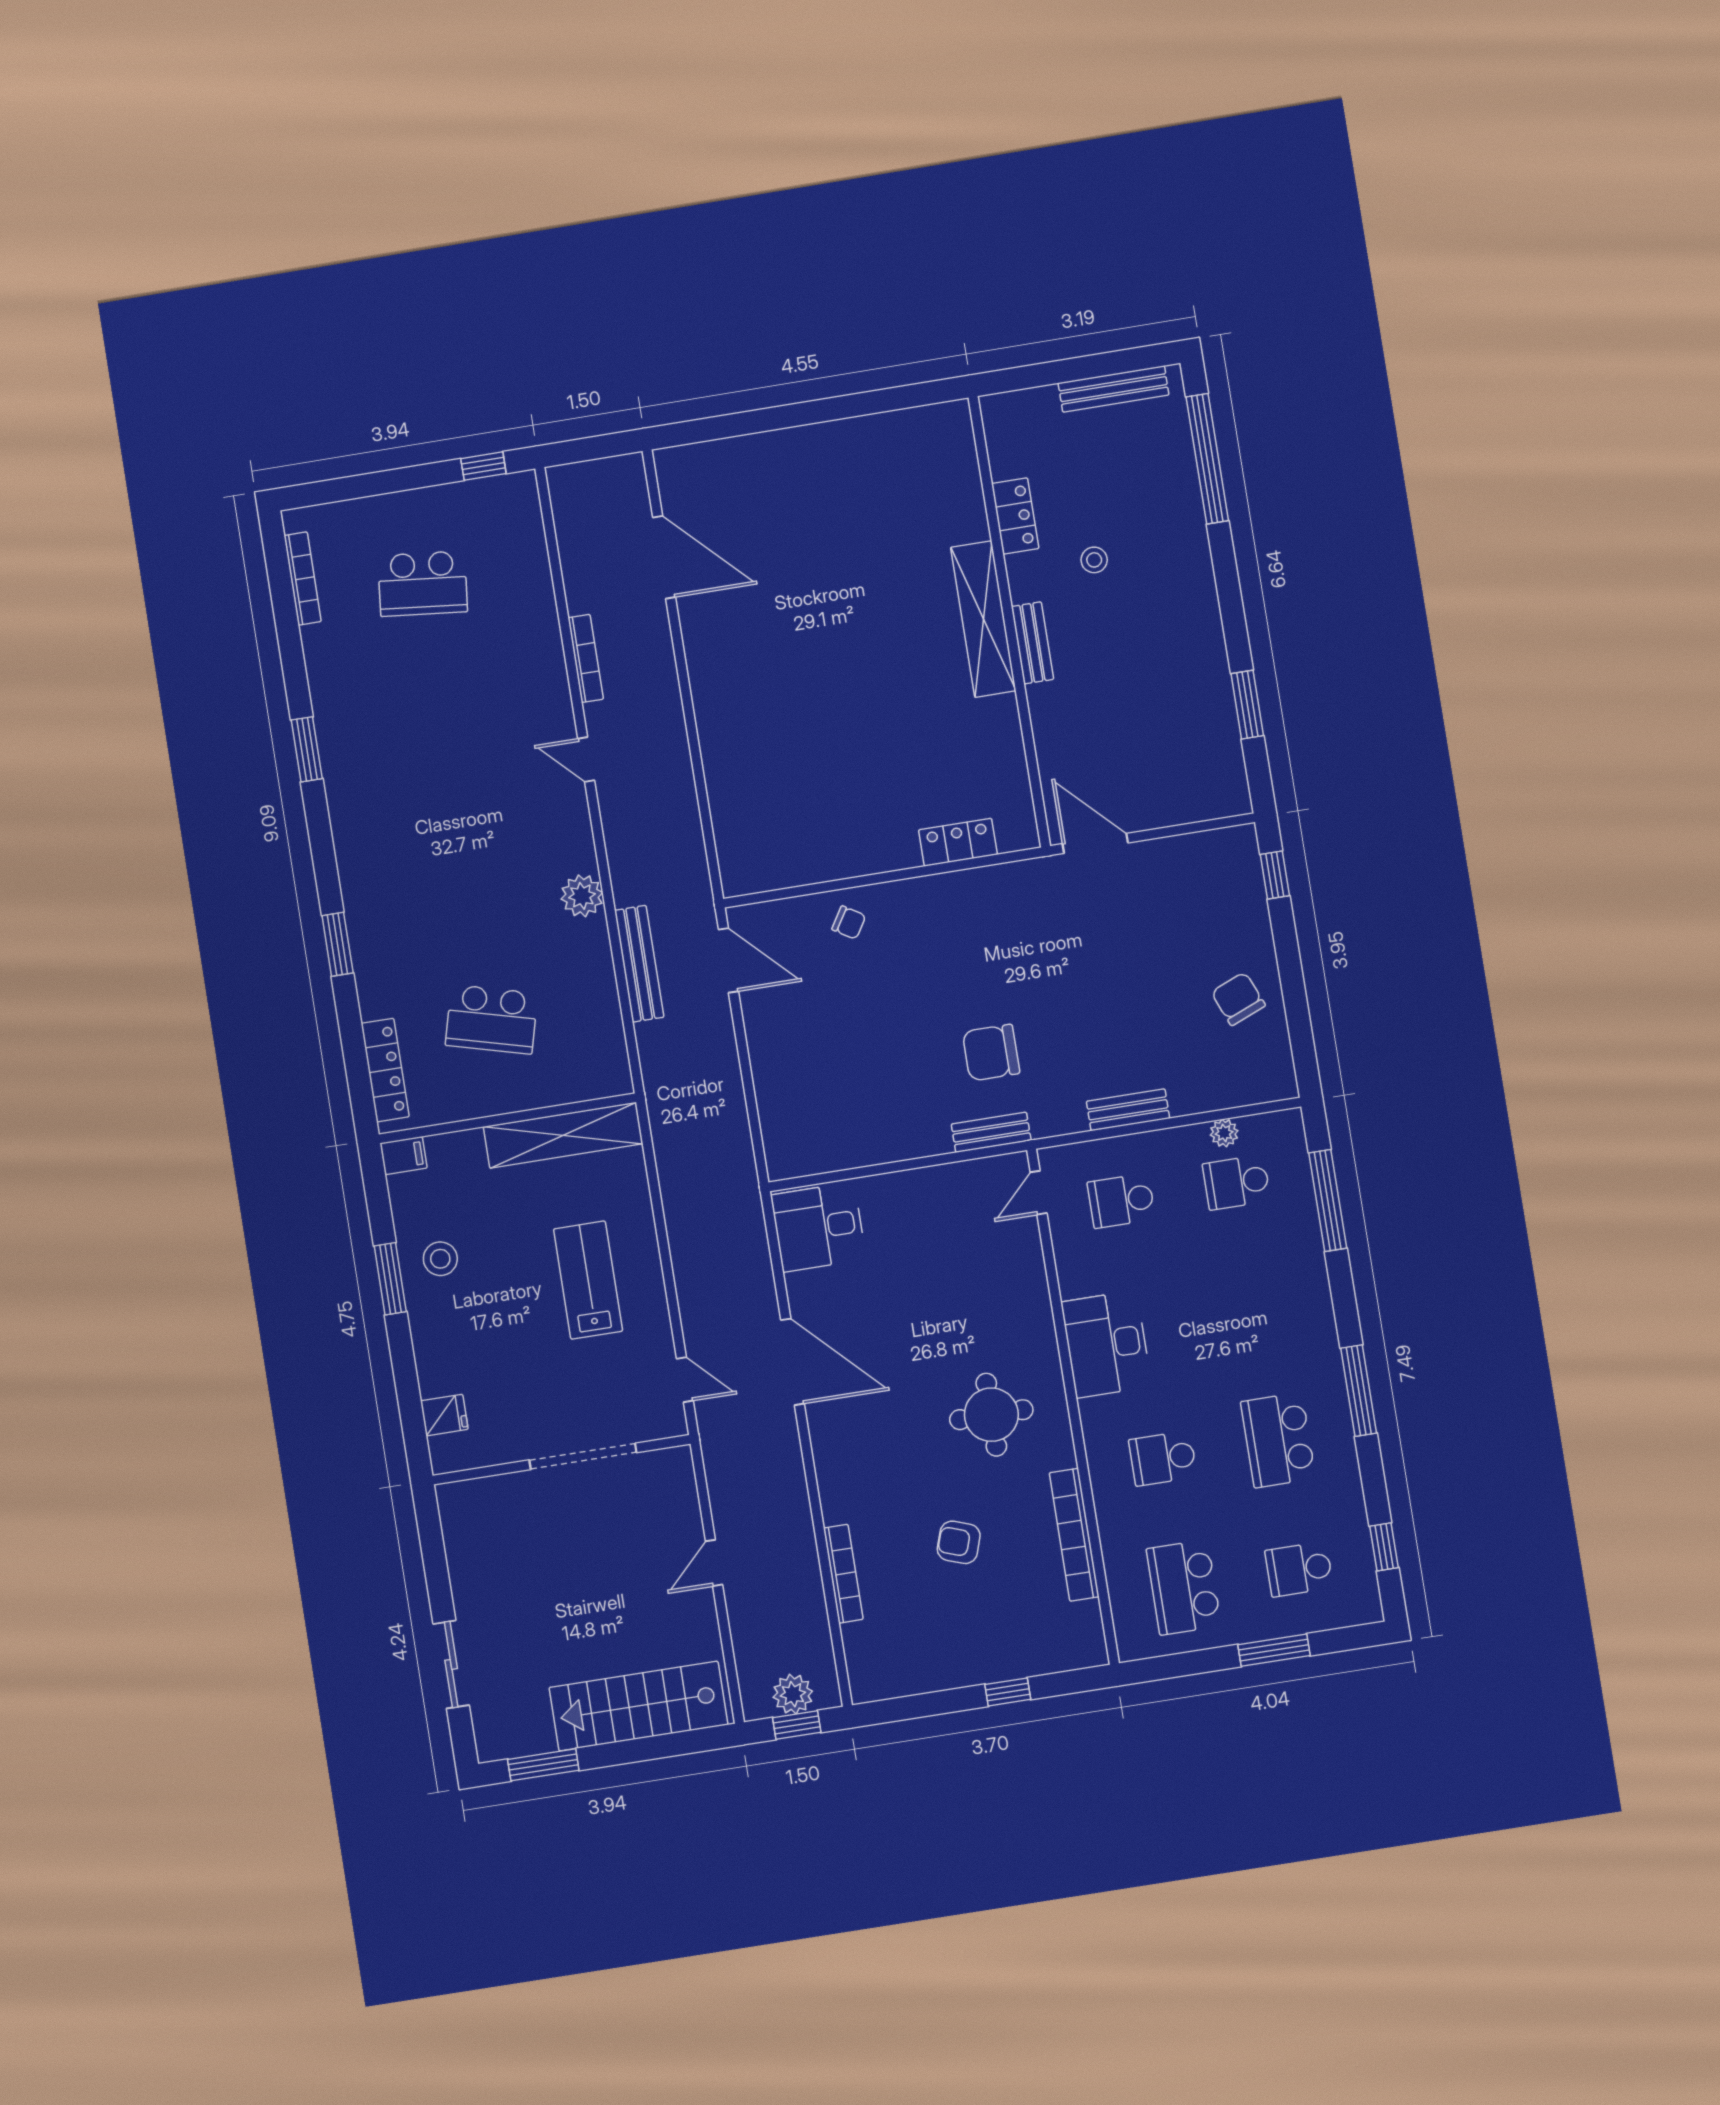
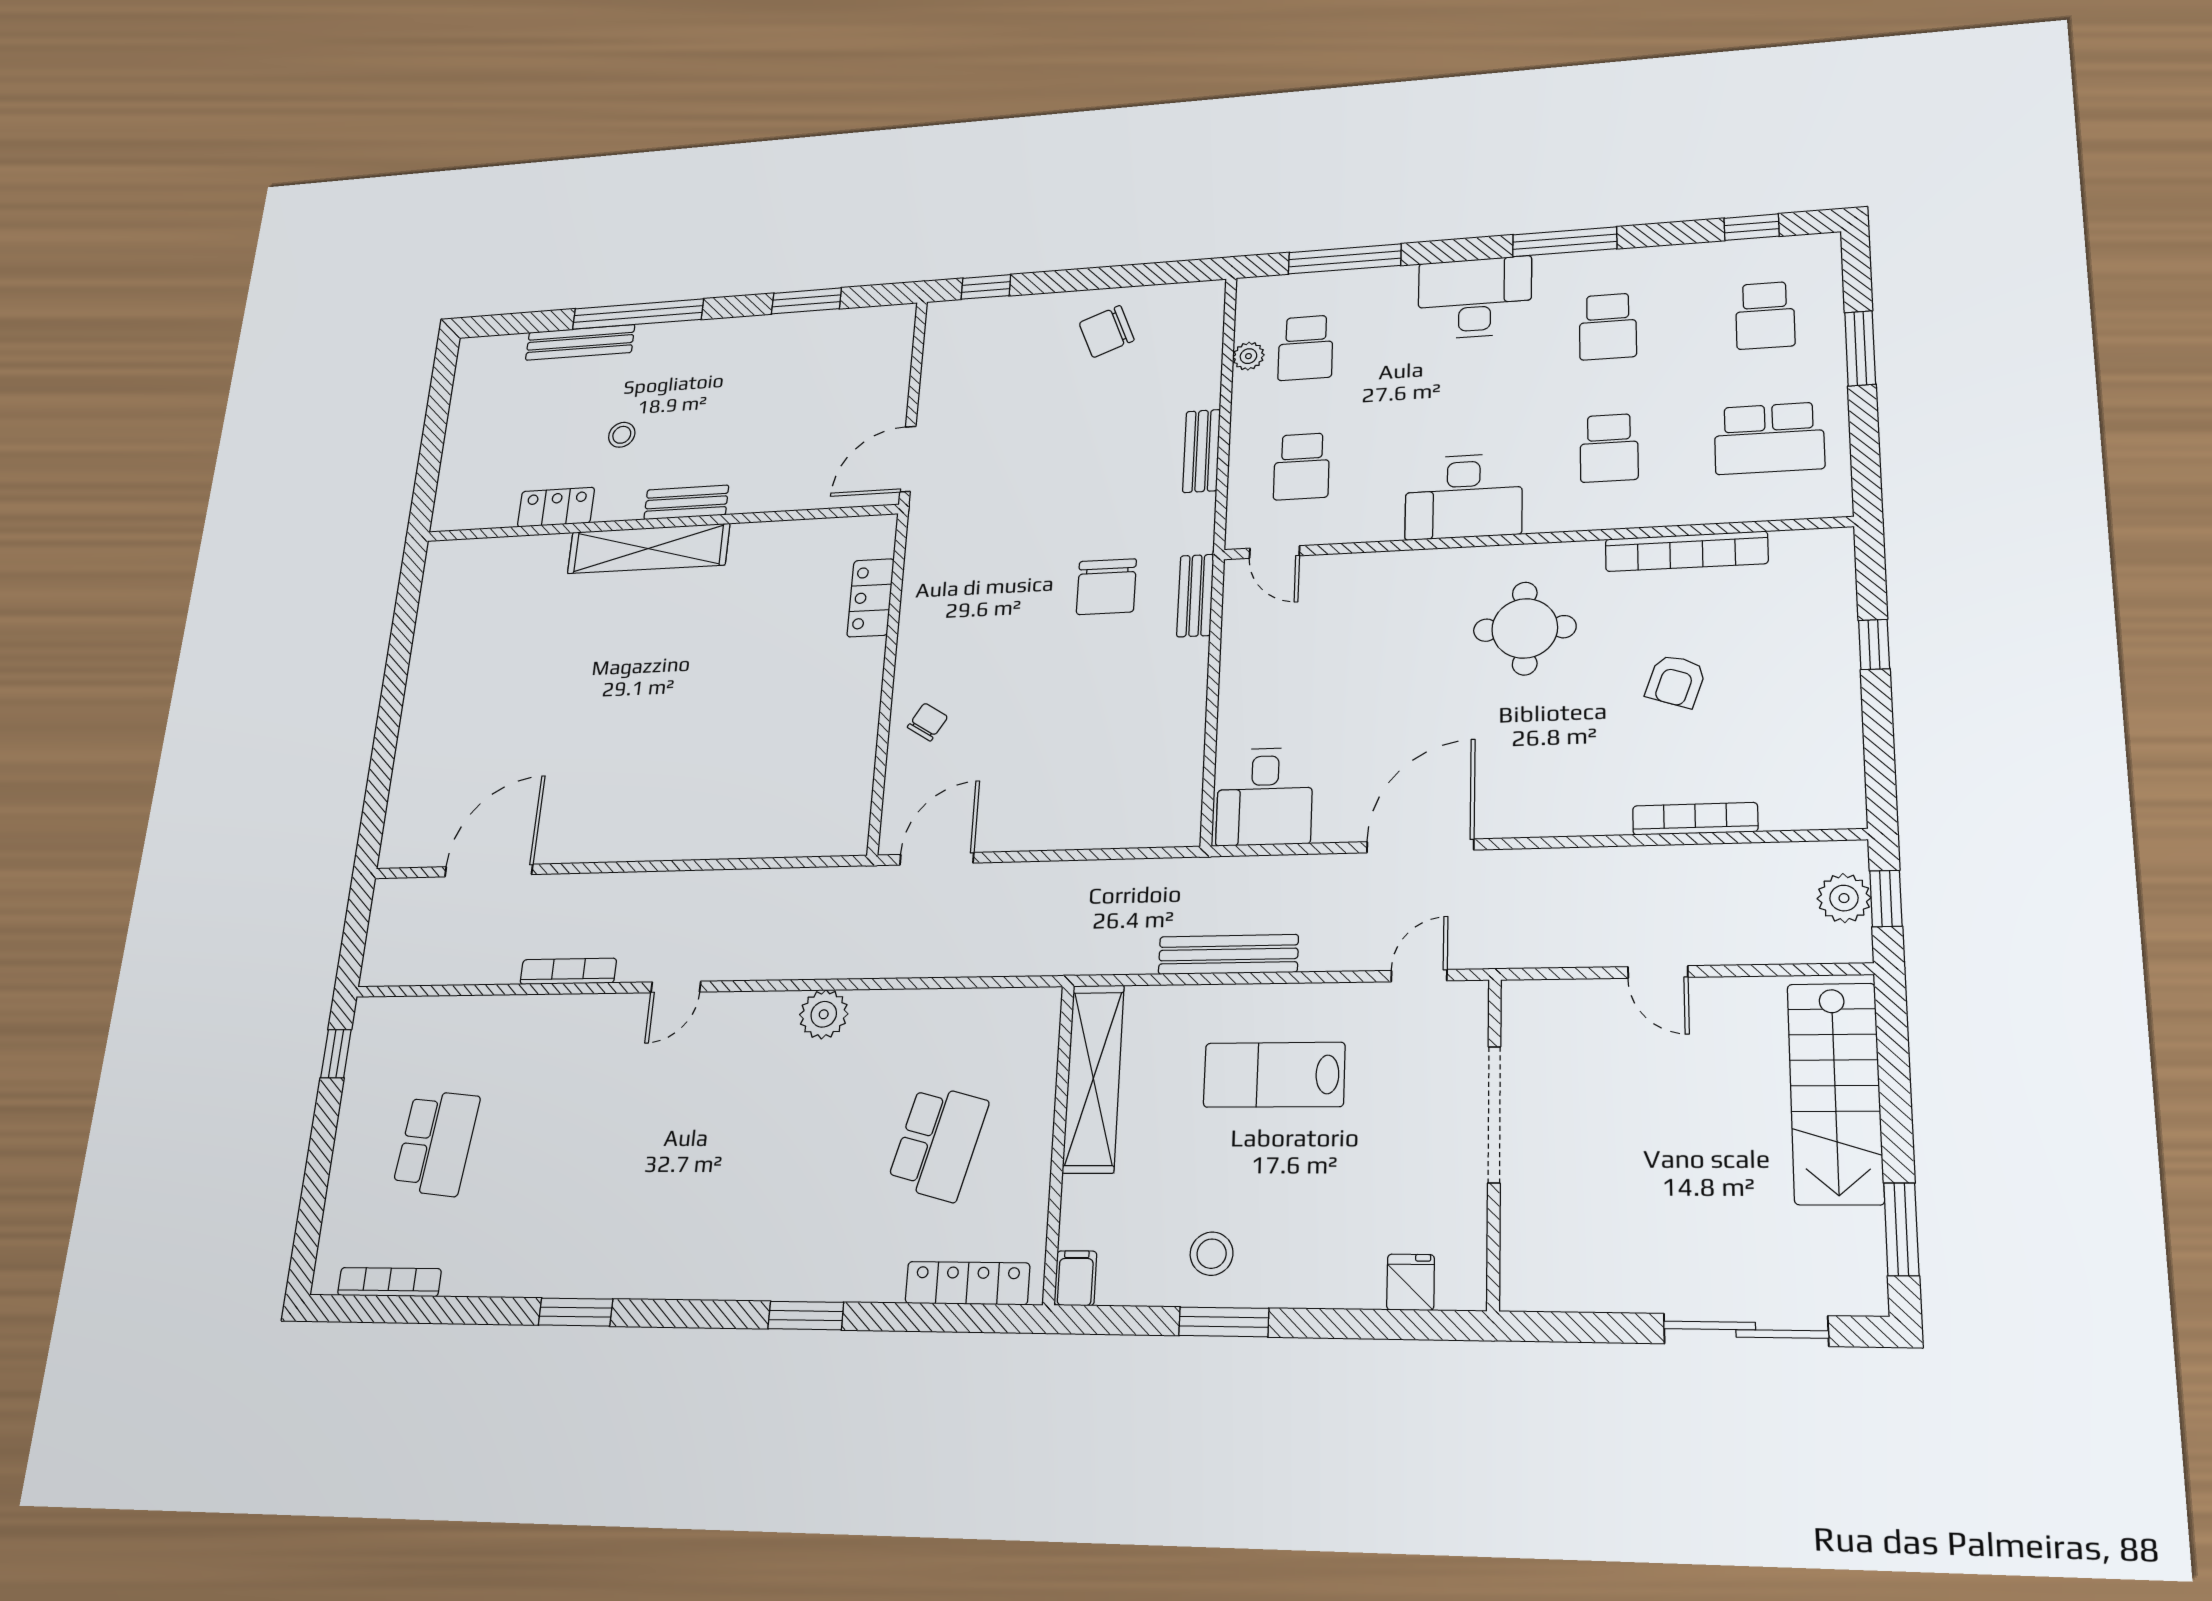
bench: (1114, 389) -> (580, 342), moved, turned 90
window: (1207, 459) -> (638, 314), moved
bench: (639, 964) -> (1228, 954), moved
desk: (1297, 1322) -> (1475, 298), added
school desk: (1278, 1440) -> (1608, 326), width x0.54
sliding door: (451, 1664) -> (1746, 1330), width x1.37

